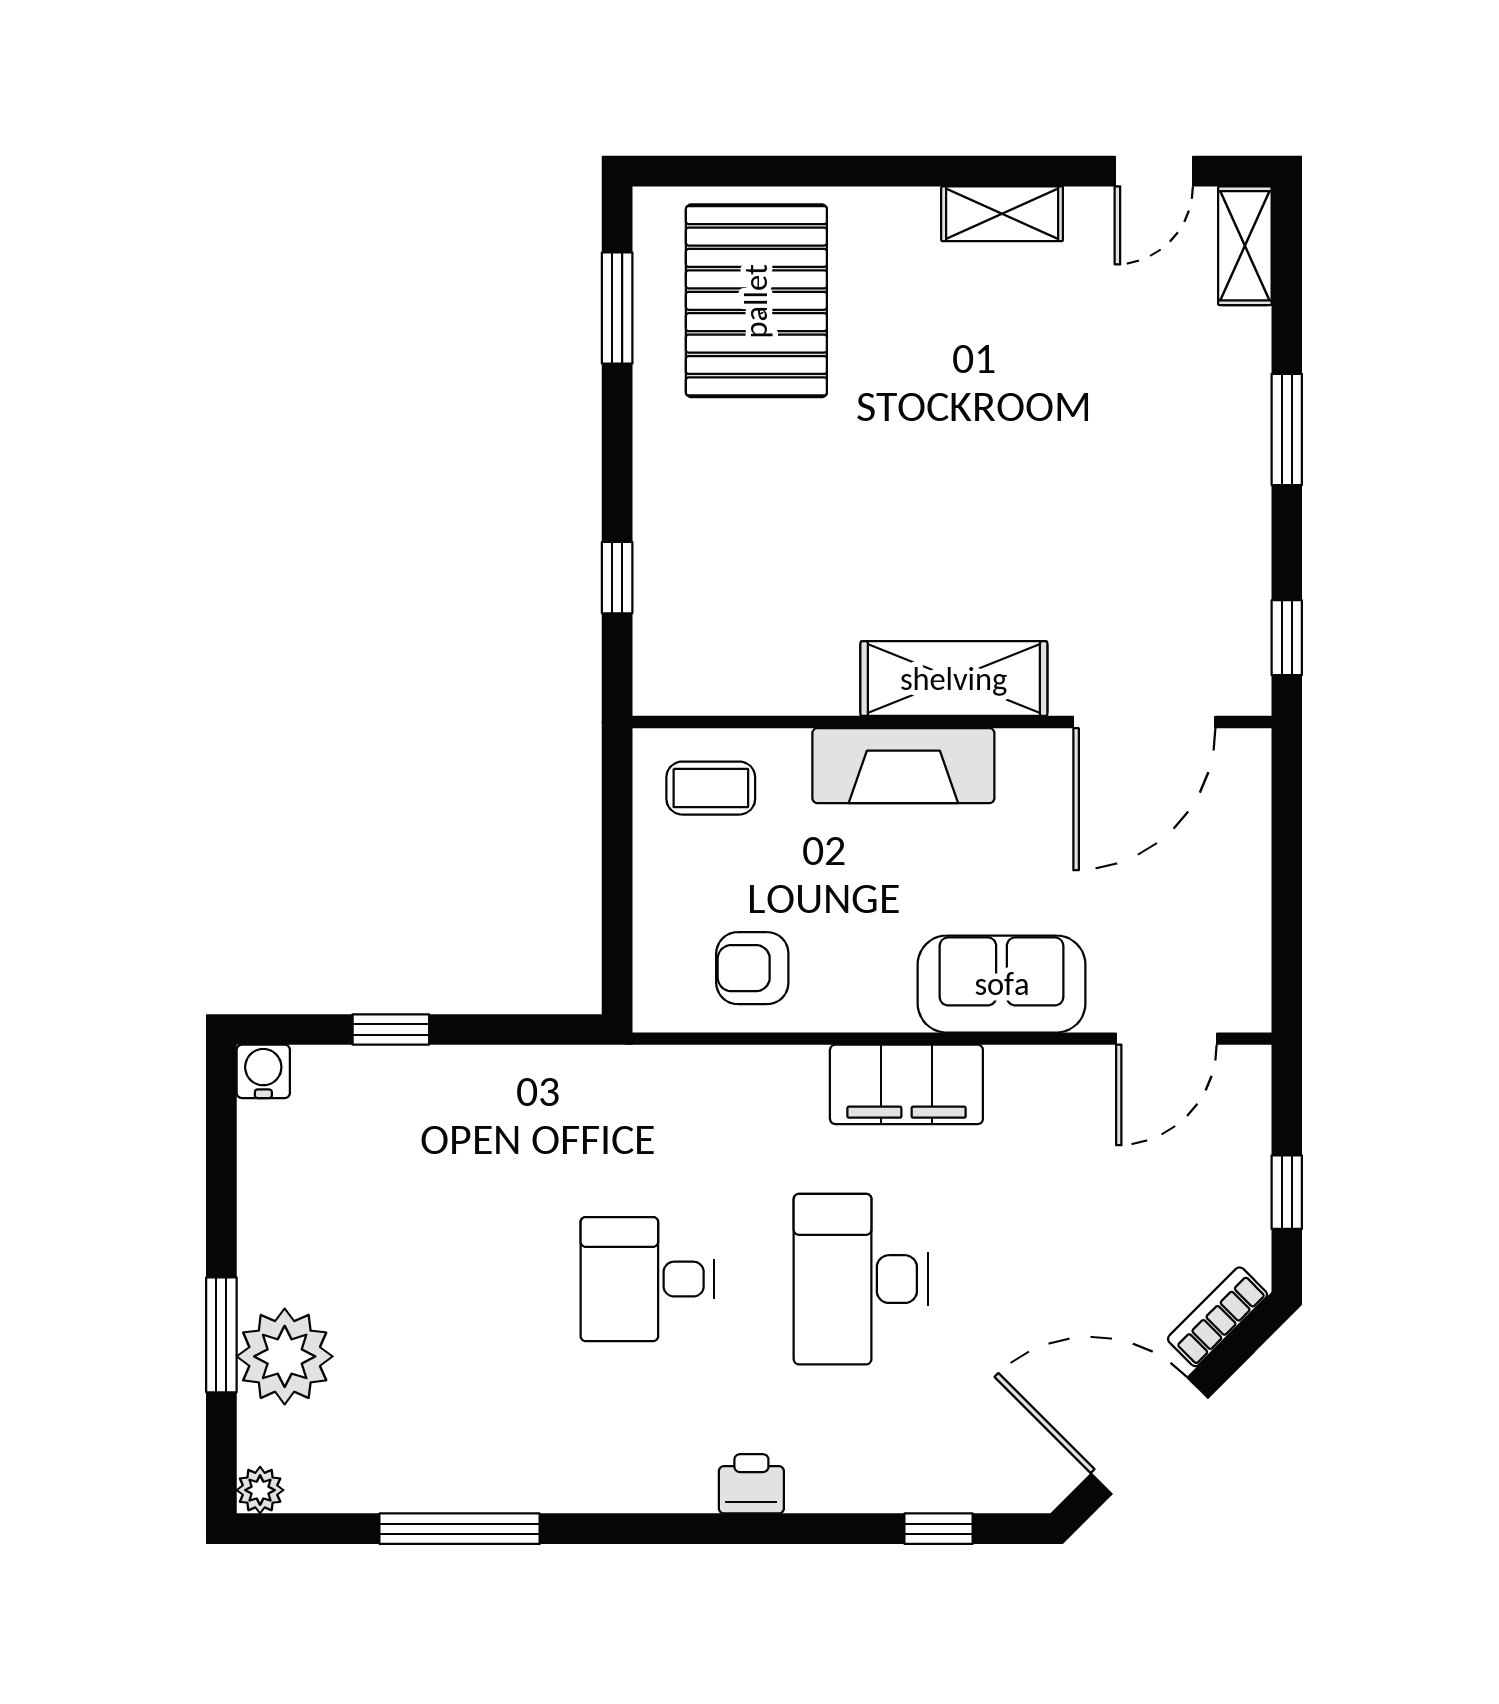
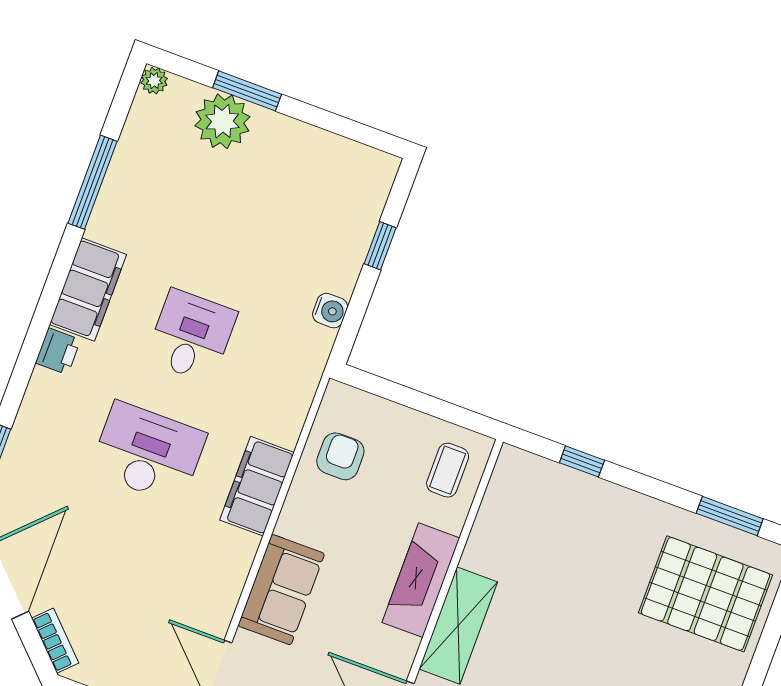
water cooler: (263, 1071) -> (330, 311), moved
filing cabinet: (906, 1084) -> (257, 486), moved
filing cabinet: (635, 1472) -> (88, 290), added

